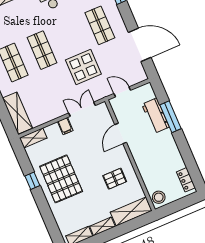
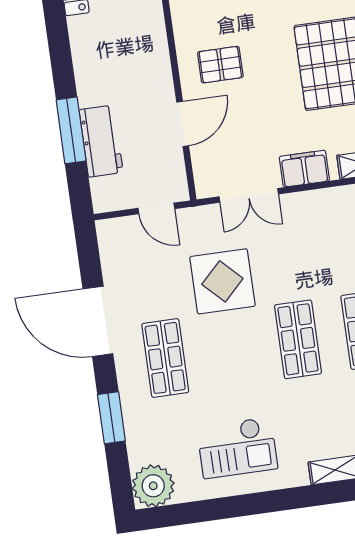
door: (140, 45) -> (98, 321), moved
filing cabinet: (65, 126) -> (304, 169), width x2.00
pallet: (115, 179) -> (220, 65), moved

